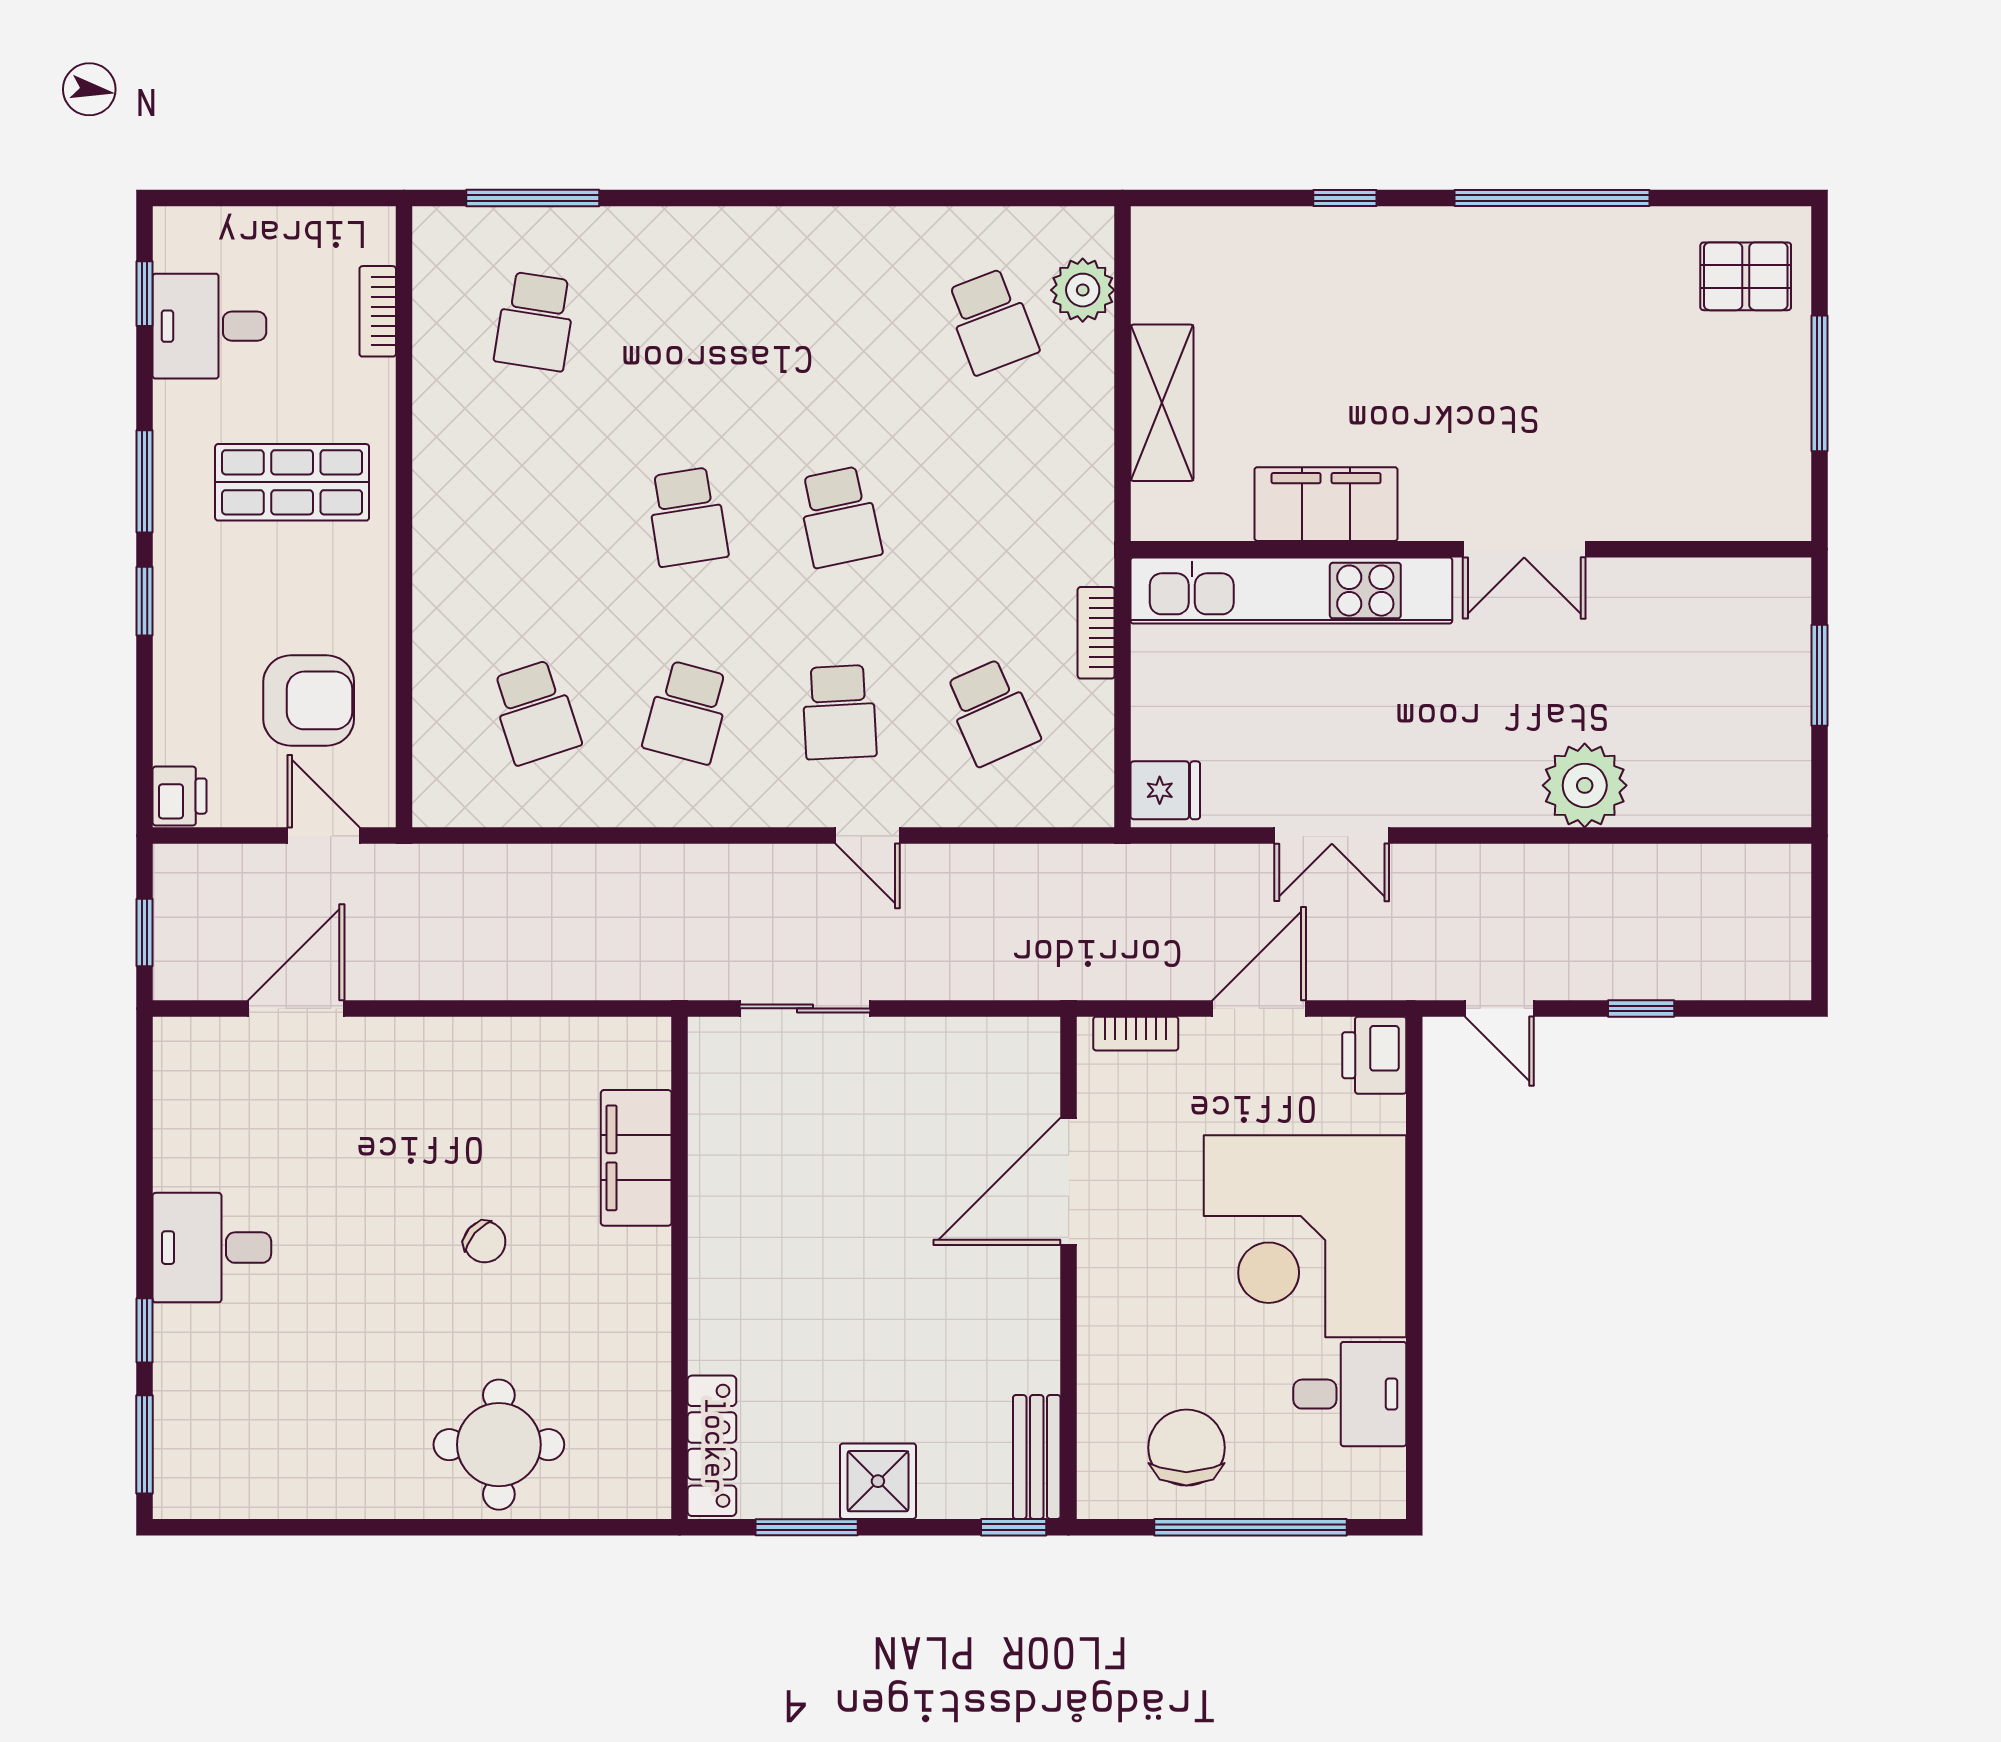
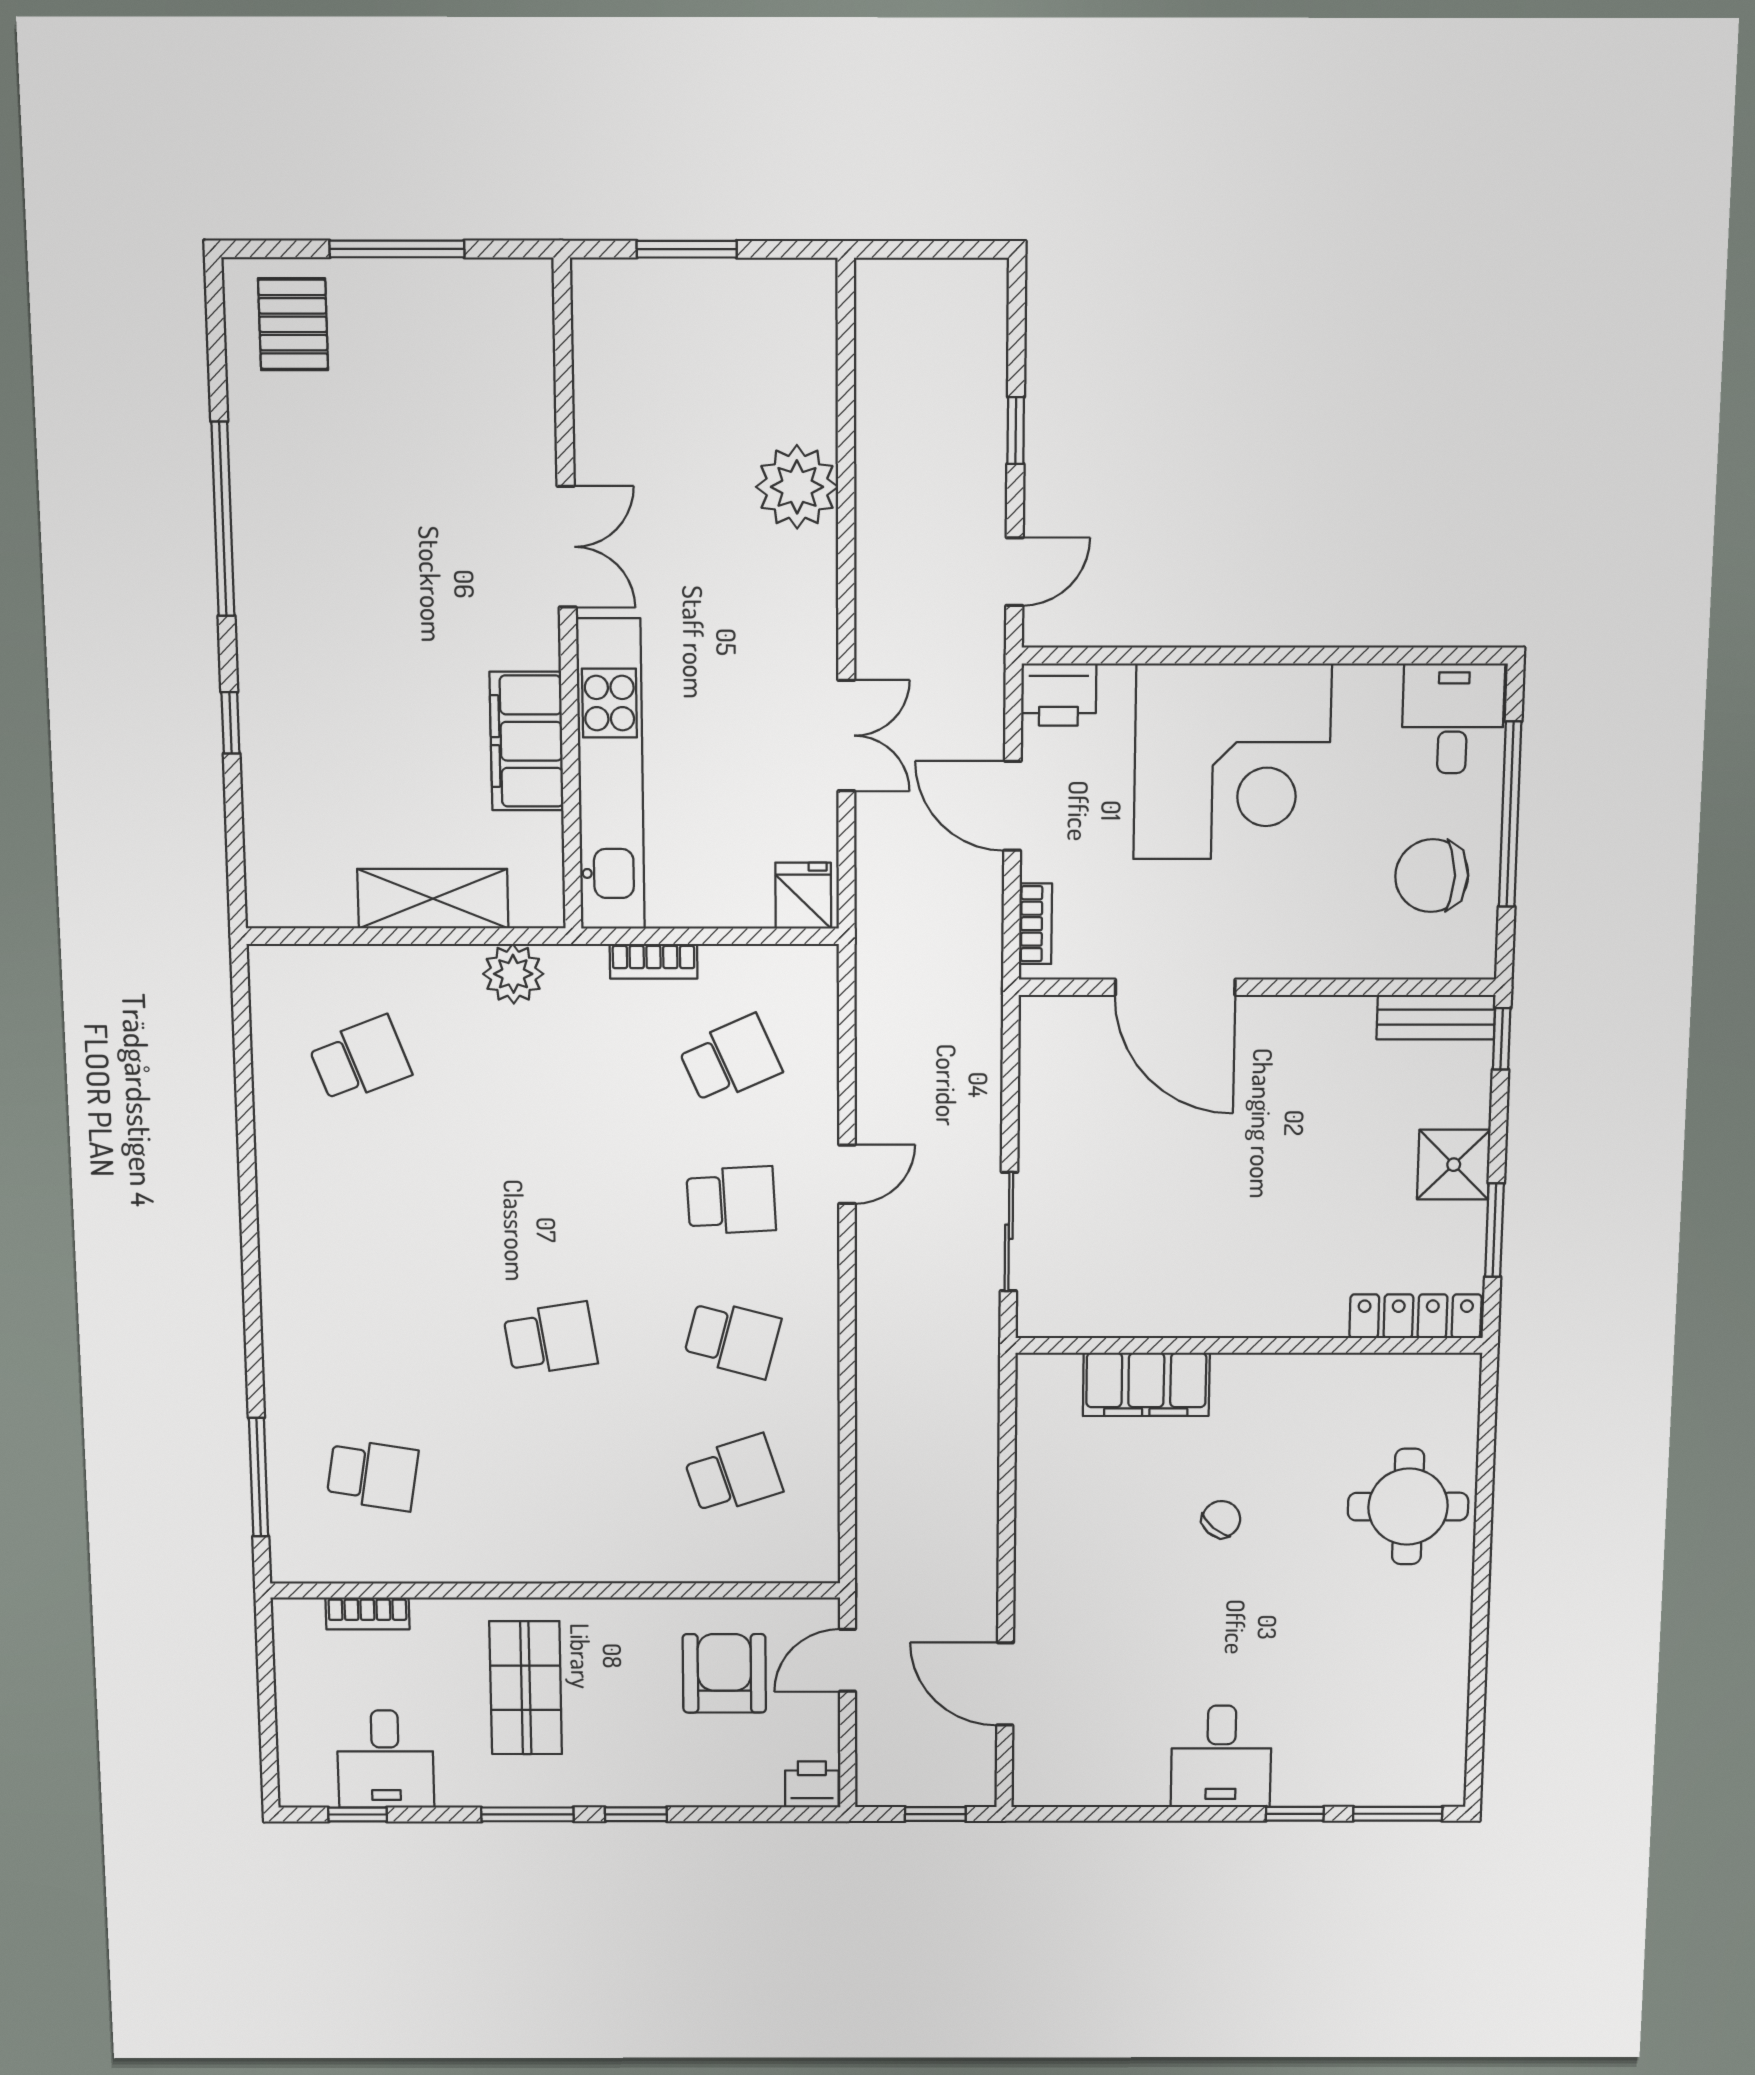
plant: (1083, 290) -> (513, 974), moved
school desk: (839, 517) -> (548, 1200), removed
desk: (1350, 1394) -> (1453, 718), moved

